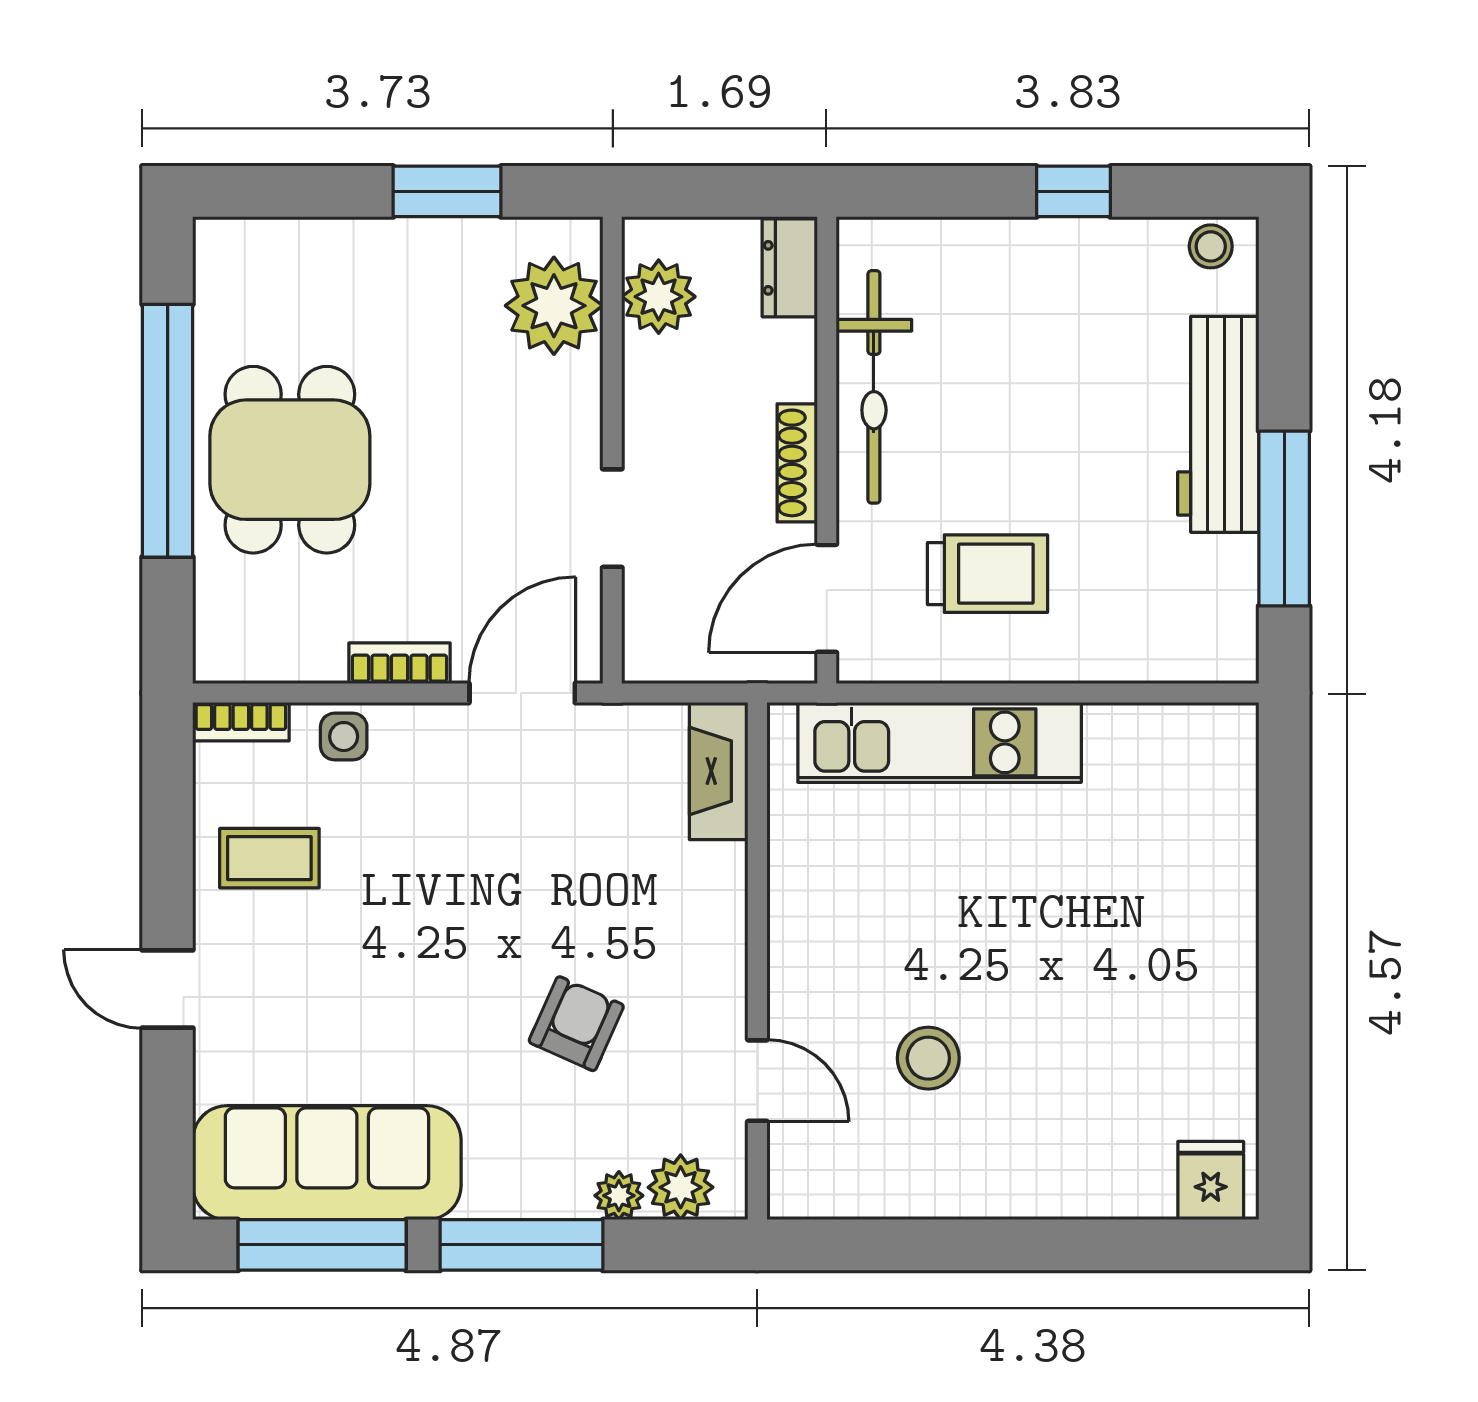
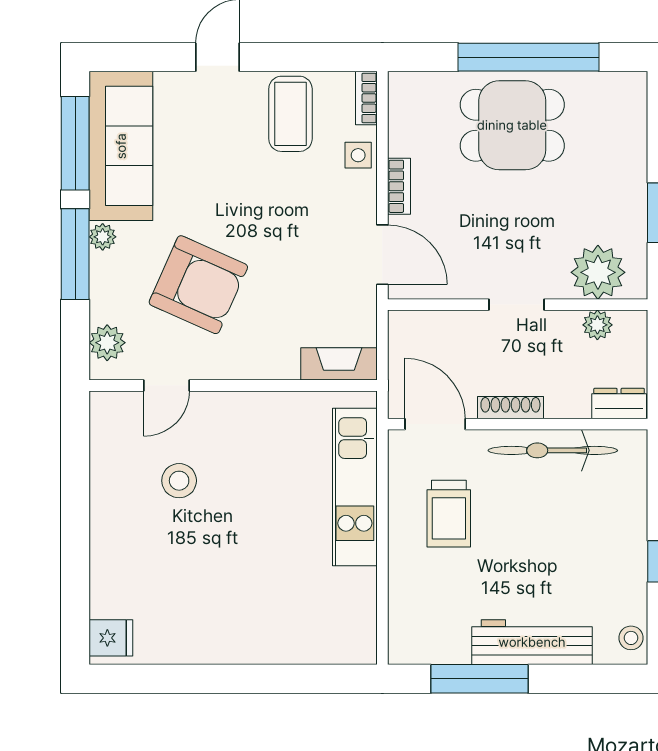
plant: (659, 297) -> (597, 325), width x0.73, depth x0.73
doorway: (612, 518) -> (516, 305), moved
coffee table: (269, 858) -> (290, 114), width x1.36, depth x1.30
armchair: (576, 1024) -> (198, 285), width x1.88, depth x1.88
plant: (619, 1196) -> (103, 237), moved

